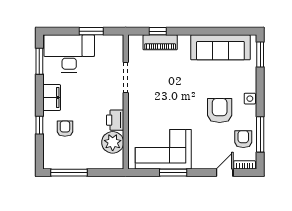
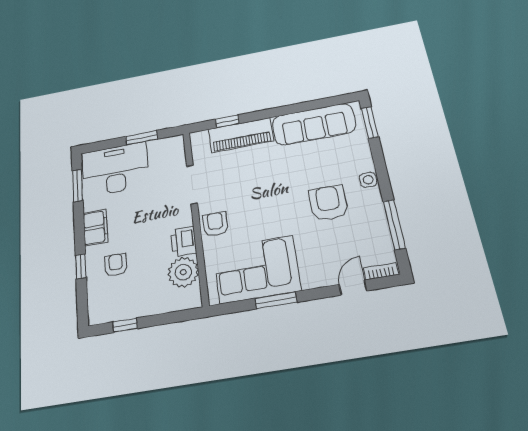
piano: (160, 42) -> (241, 135), width x1.37, depth x1.33
armchair: (243, 139) -> (215, 224), moved
window: (69, 173) -> (125, 325), width x0.46

